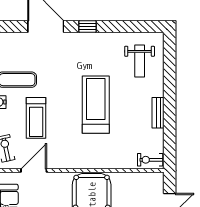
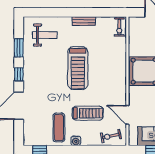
window: (123, 26) -> (19, 48), added
treadmill: (96, 105) -> (78, 68), turned -90

